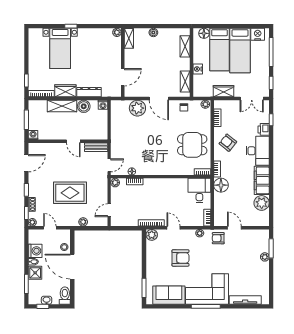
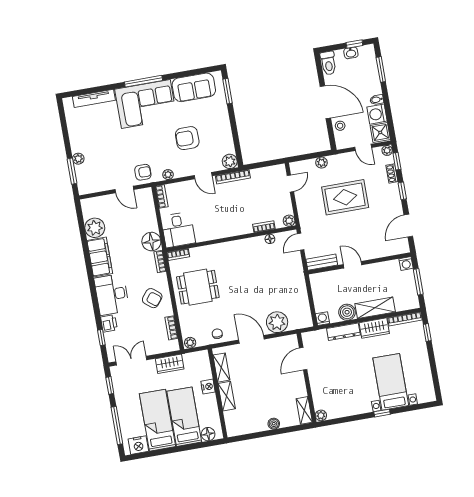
shelving: (185, 46) -> (227, 396), moved
shower: (35, 273) -> (380, 132), moved

